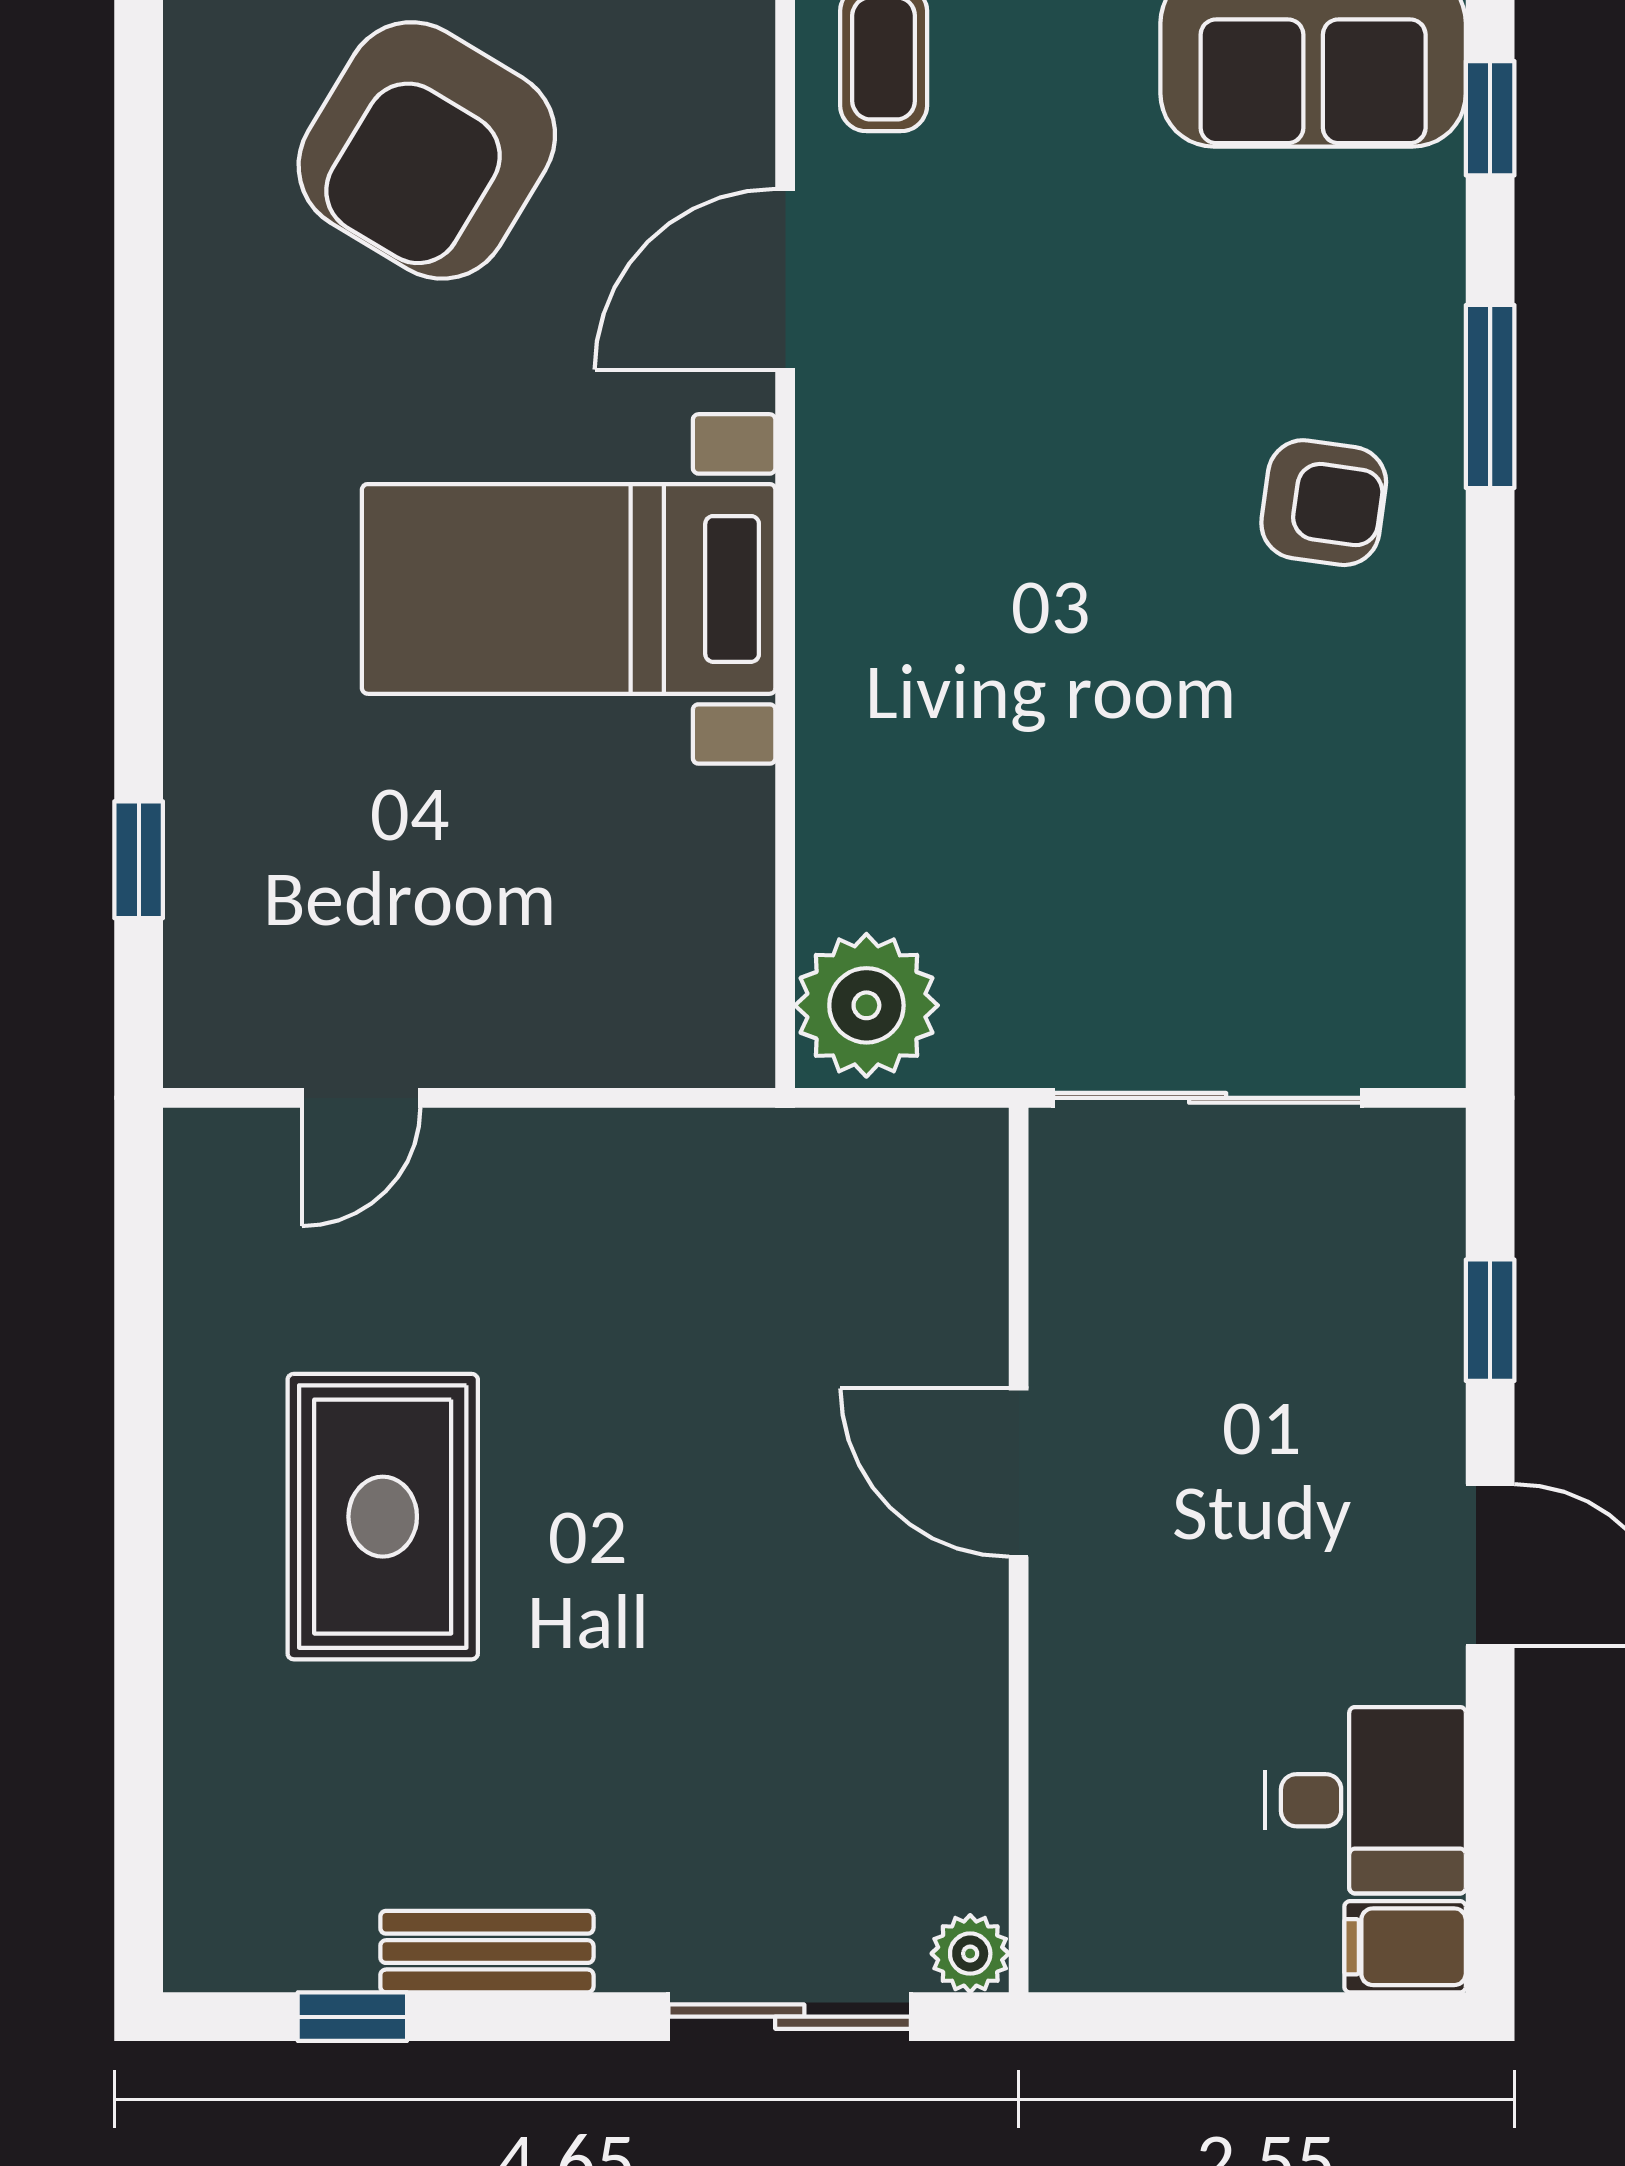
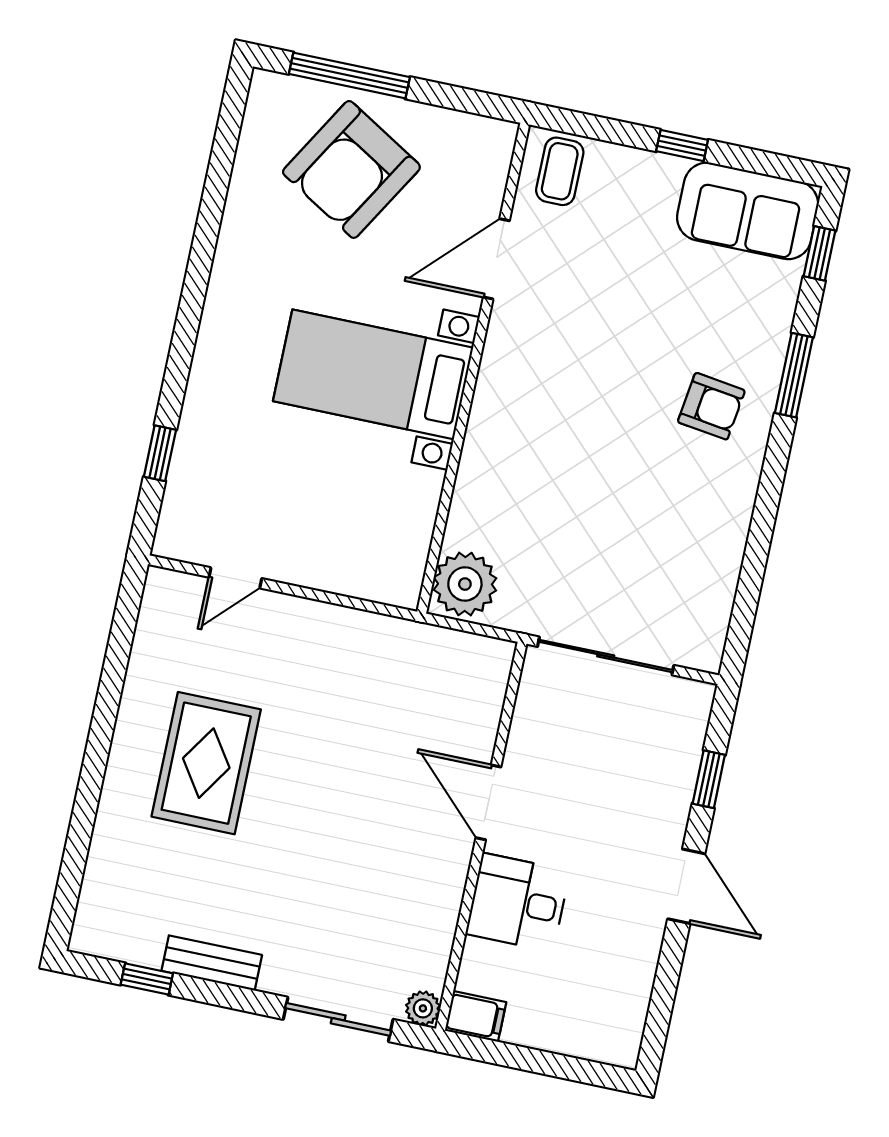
desk: (1365, 1800) -> (518, 902), moved, turned 180
filing cabinet: (1405, 1947) -> (476, 1016), moved, turned 180

